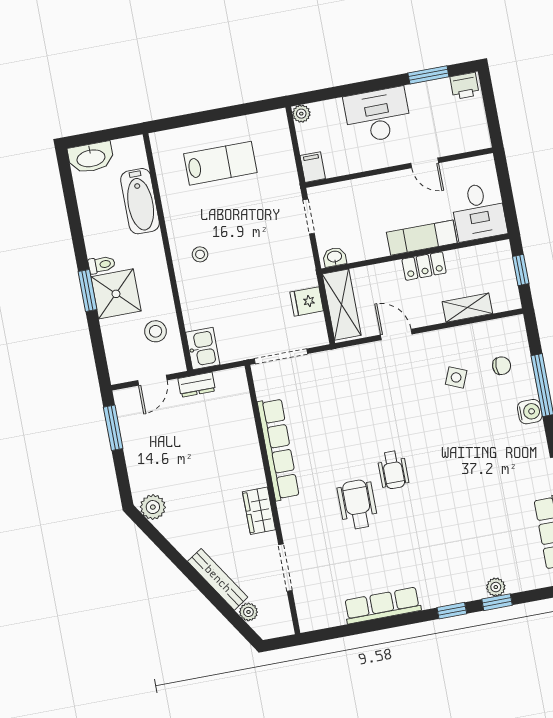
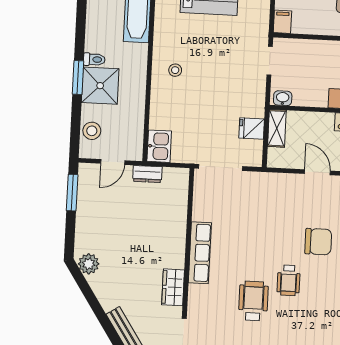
shelving: (342, 305) -> (277, 128), width x0.67, depth x0.75
stool: (156, 331) -> (92, 131), moved
chair: (417, 416) -> (318, 242), added
row of seats: (278, 449) -> (200, 253), width x0.73

